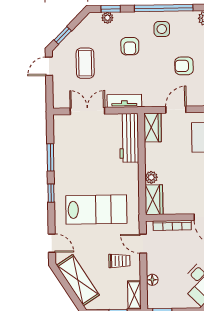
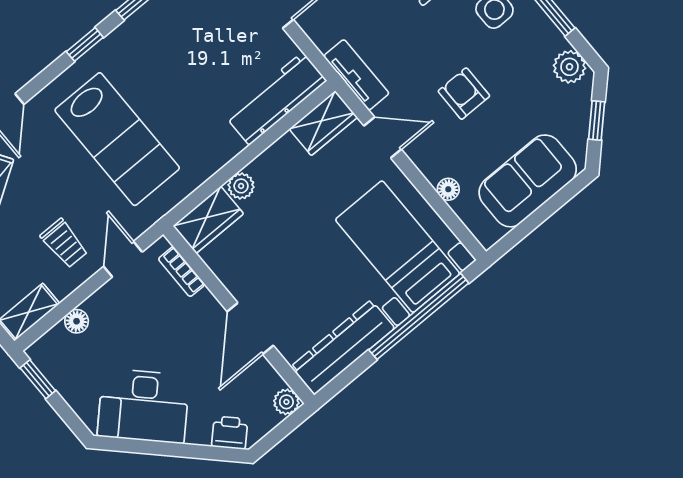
tv unit: (124, 101) -> (356, 75), moved
bookcase: (172, 225) -> (182, 272), width x0.64

